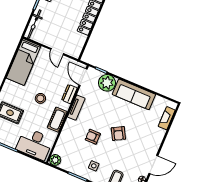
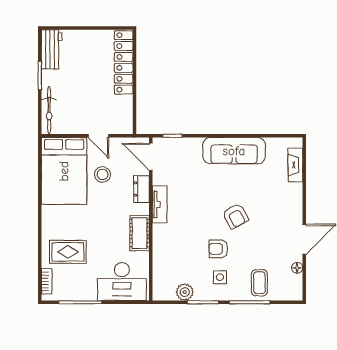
bed: (24, 62) -> (64, 171), width x1.50
plant: (107, 83) -> (189, 150), removed
stool: (40, 98) -> (103, 174), moved
armchair: (93, 137) -> (218, 249), moved
plant: (55, 160) -> (185, 292), moved

